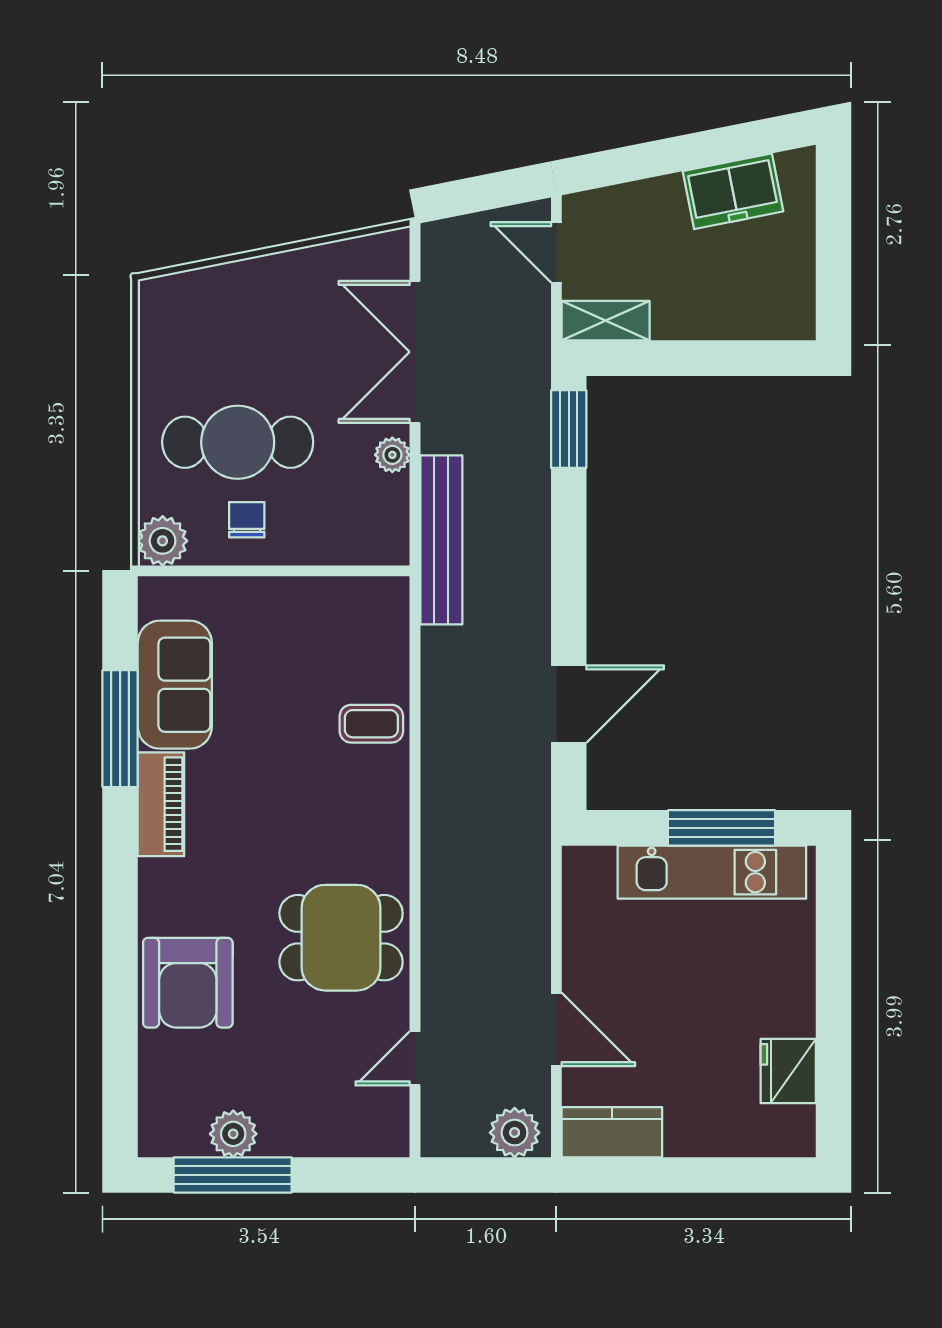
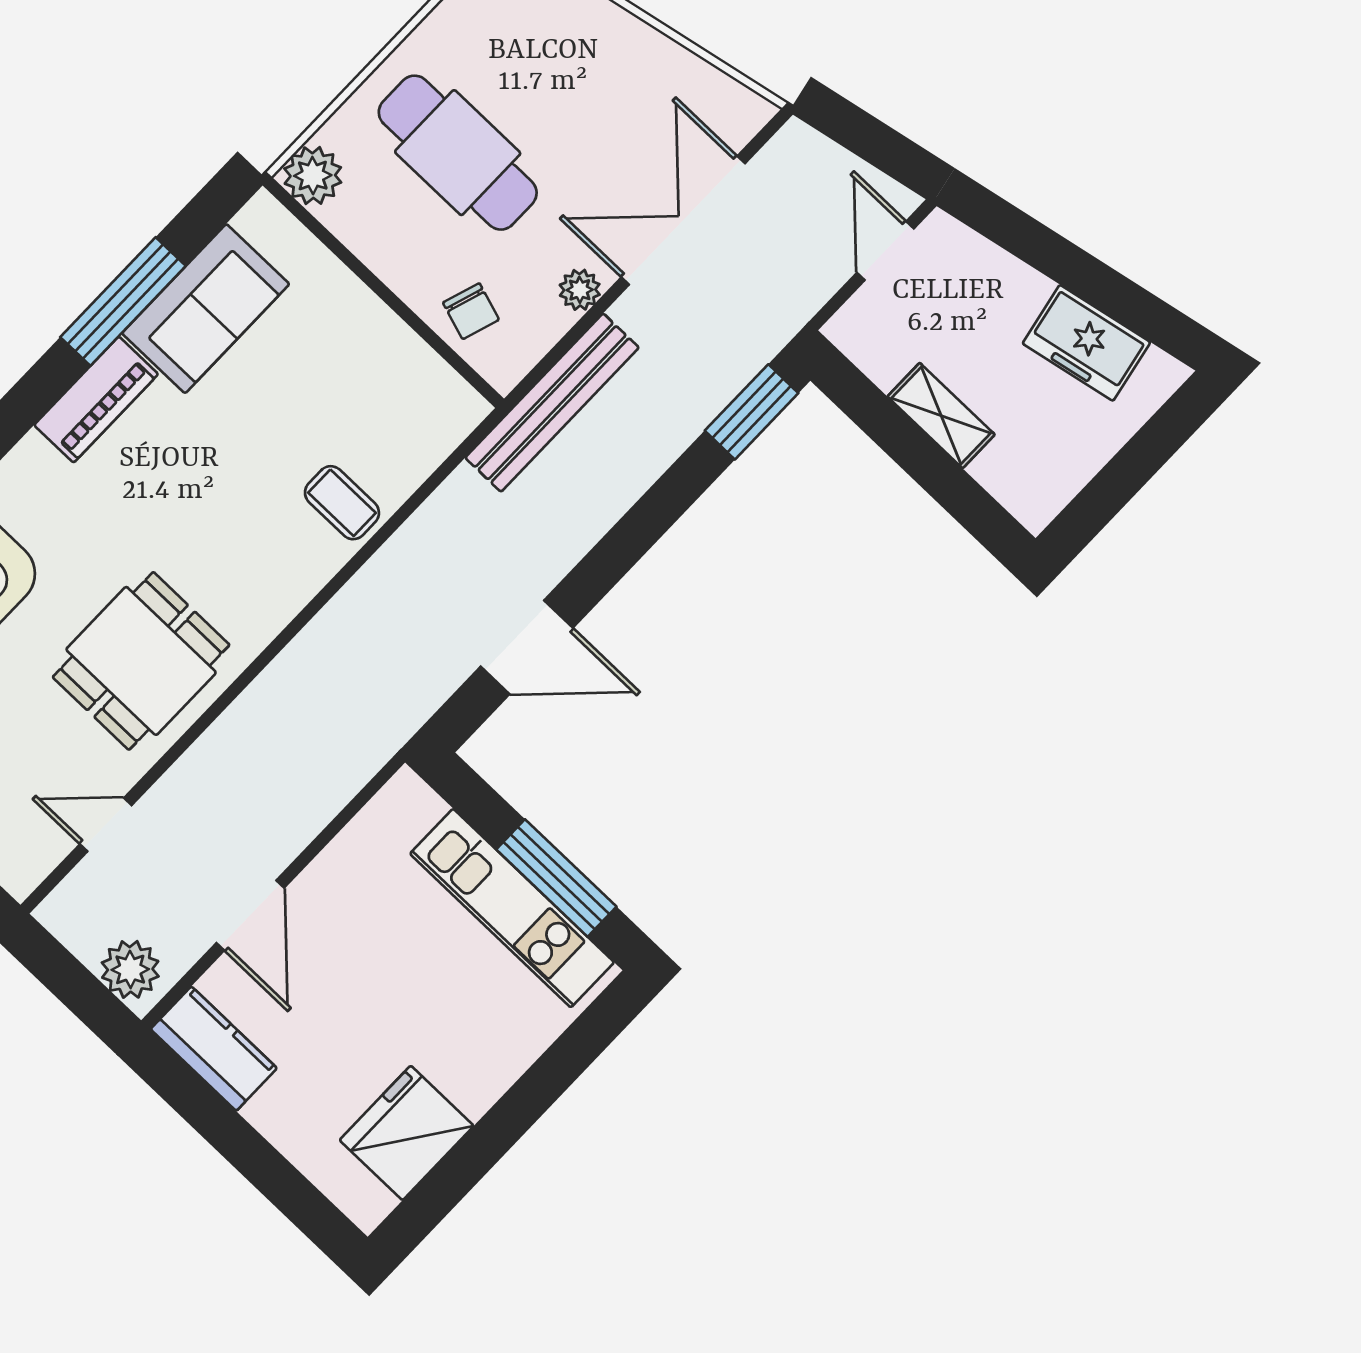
shelving: (606, 321) -> (941, 416), moved
chair: (247, 520) -> (471, 311), moved, turned 108
dining table: (341, 938) -> (141, 661), turned 90
fridge: (788, 1071) -> (407, 1133), width x1.36, depth x1.34

